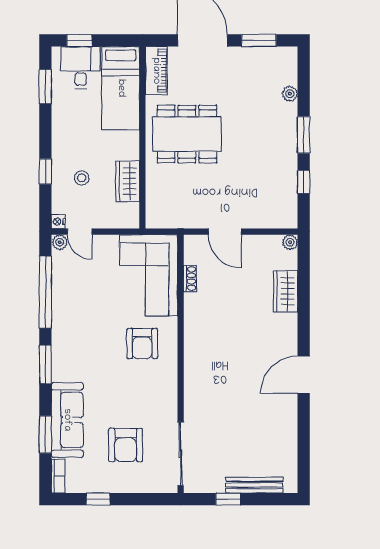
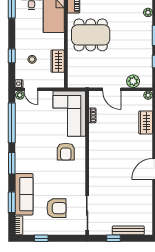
plant: (263, 217) -> (133, 81), added
armchair: (126, 445) -> (57, 208), turned -90

